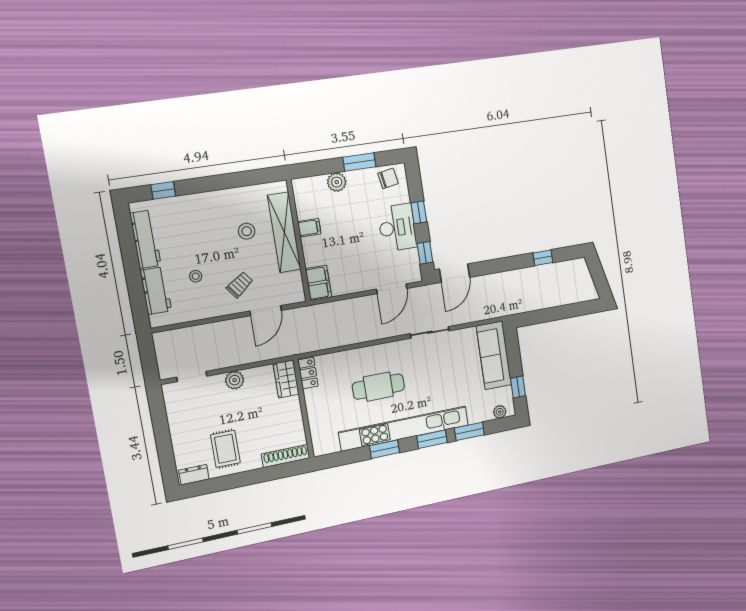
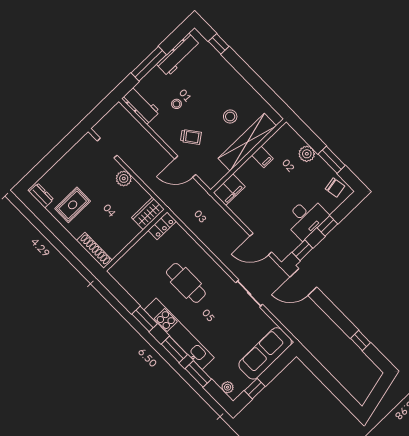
window: (133, 276) -> (149, 64), added
workbench: (156, 291) -> (141, 105), moved, turned -90
kitchen unit: (404, 428) -> (179, 334), width x0.73

